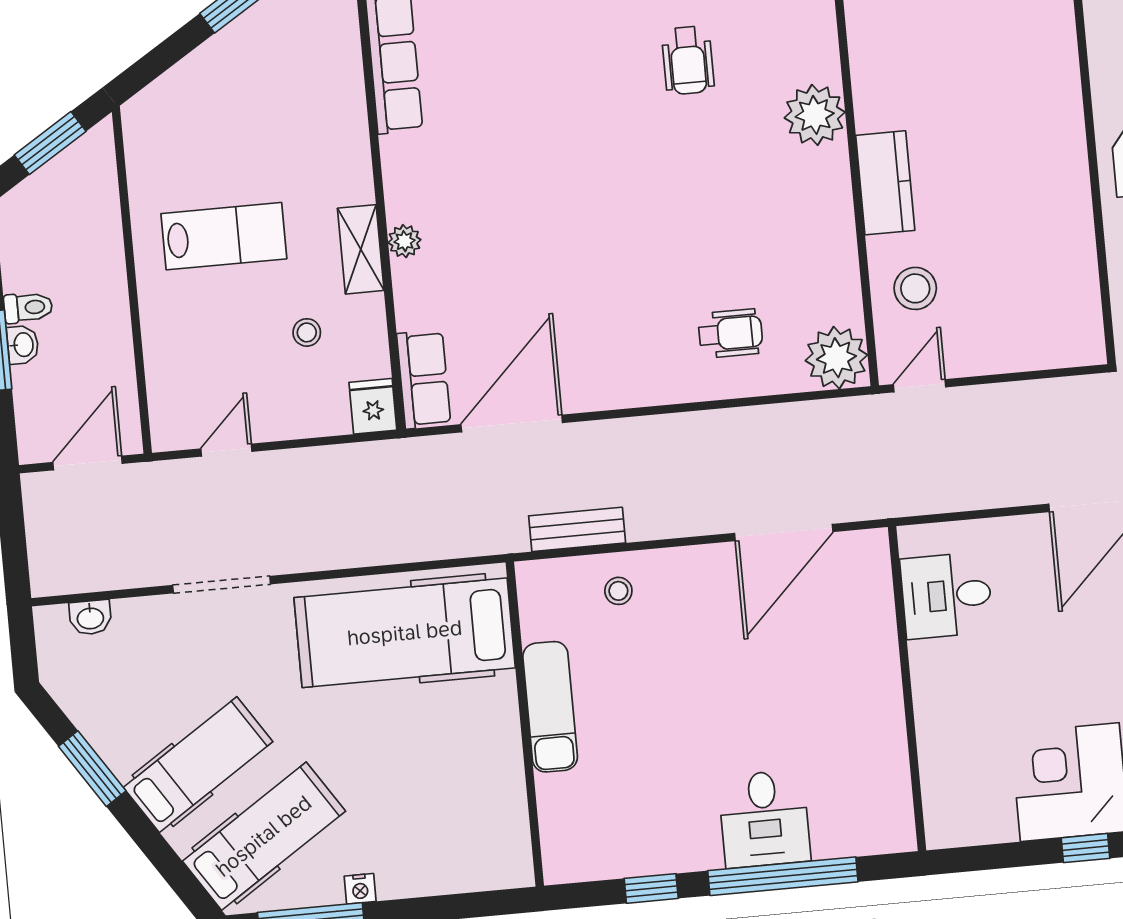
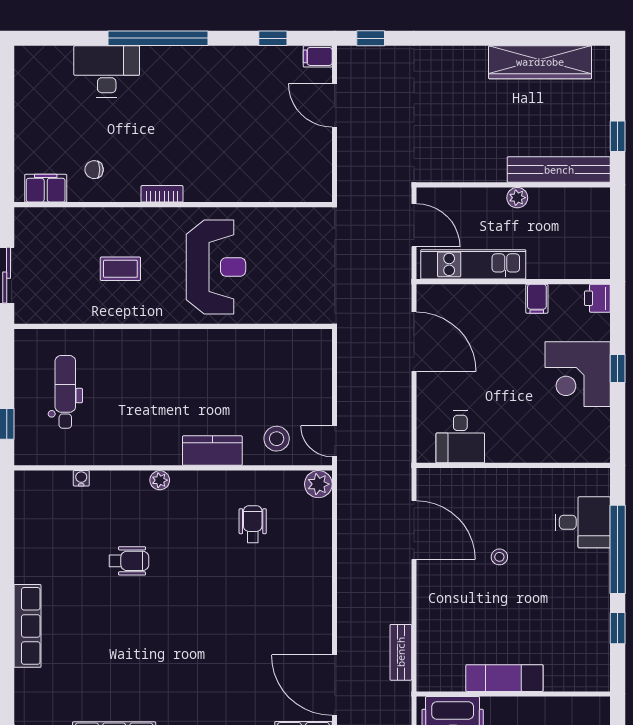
plant: (815, 115) -> (160, 480), width x0.53, depth x0.53
wheelchair: (731, 333) -> (253, 524), moved
plant: (836, 358) -> (318, 484), width x0.73, depth x0.73
stool: (618, 591) -> (499, 557), moved
desk: (764, 819) -> (583, 522), moved

